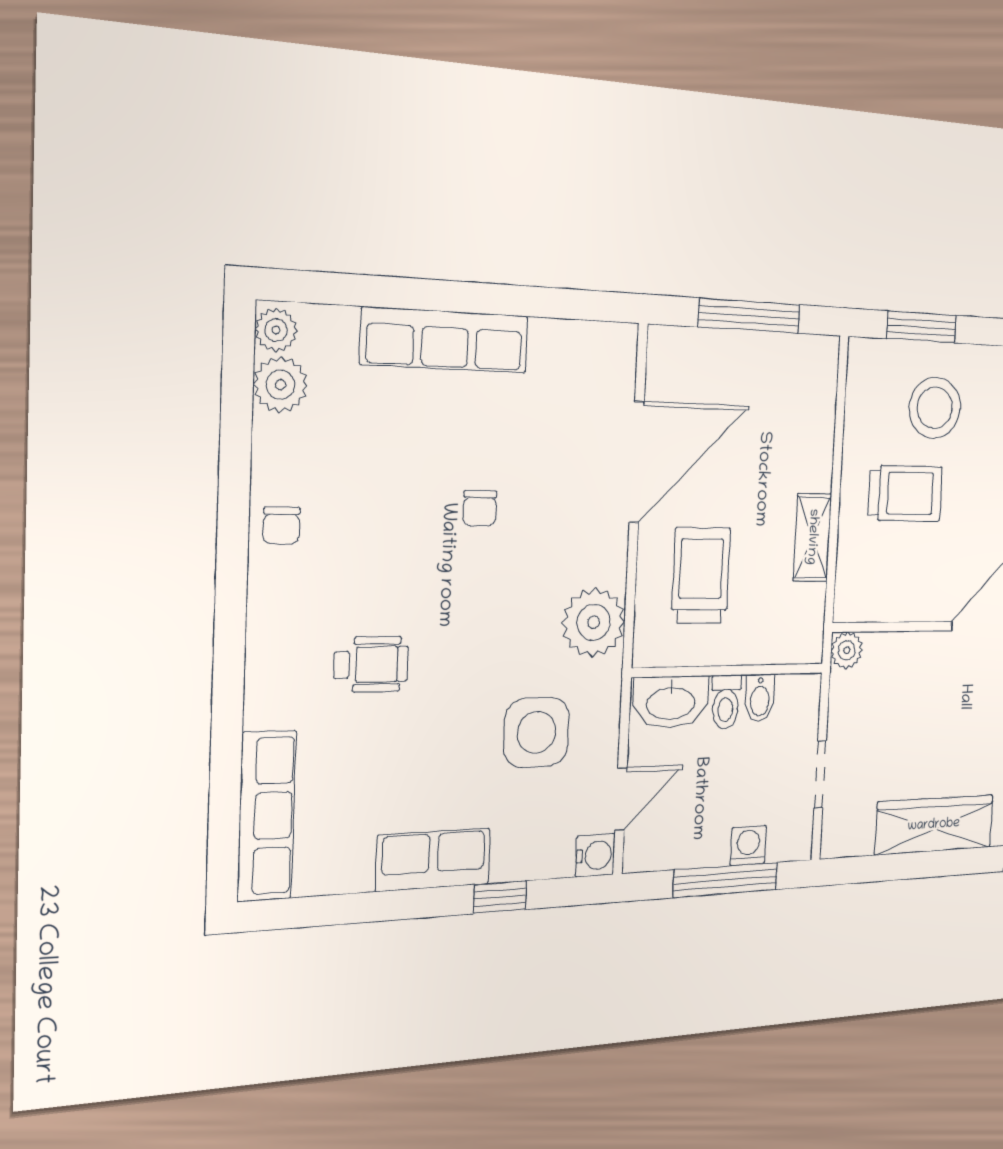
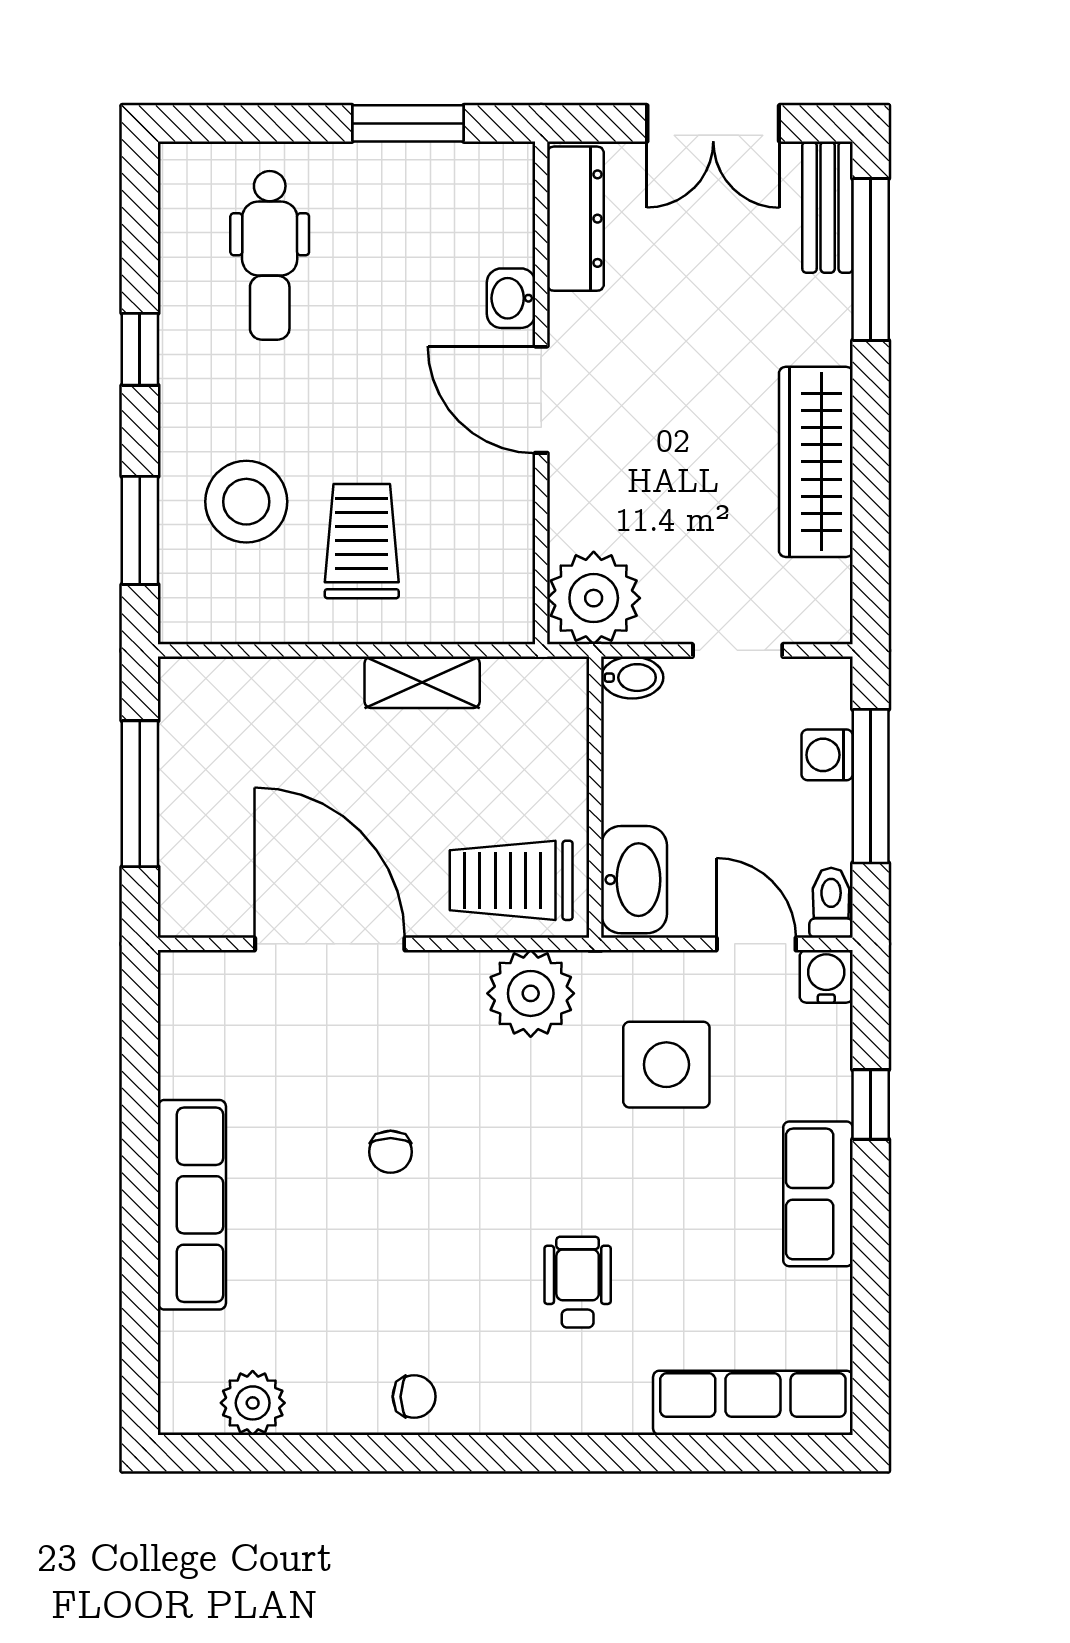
plant: (276, 330) -> (191, 1410), removed
chair: (480, 508) -> (391, 1152), turned 90
trolley: (701, 576) -> (511, 880), moved
plant: (847, 650) -> (594, 598), width x1.88, depth x1.88
bidet: (760, 698) -> (632, 678), moved
toilet: (726, 702) -> (831, 903), moved, turned -90

